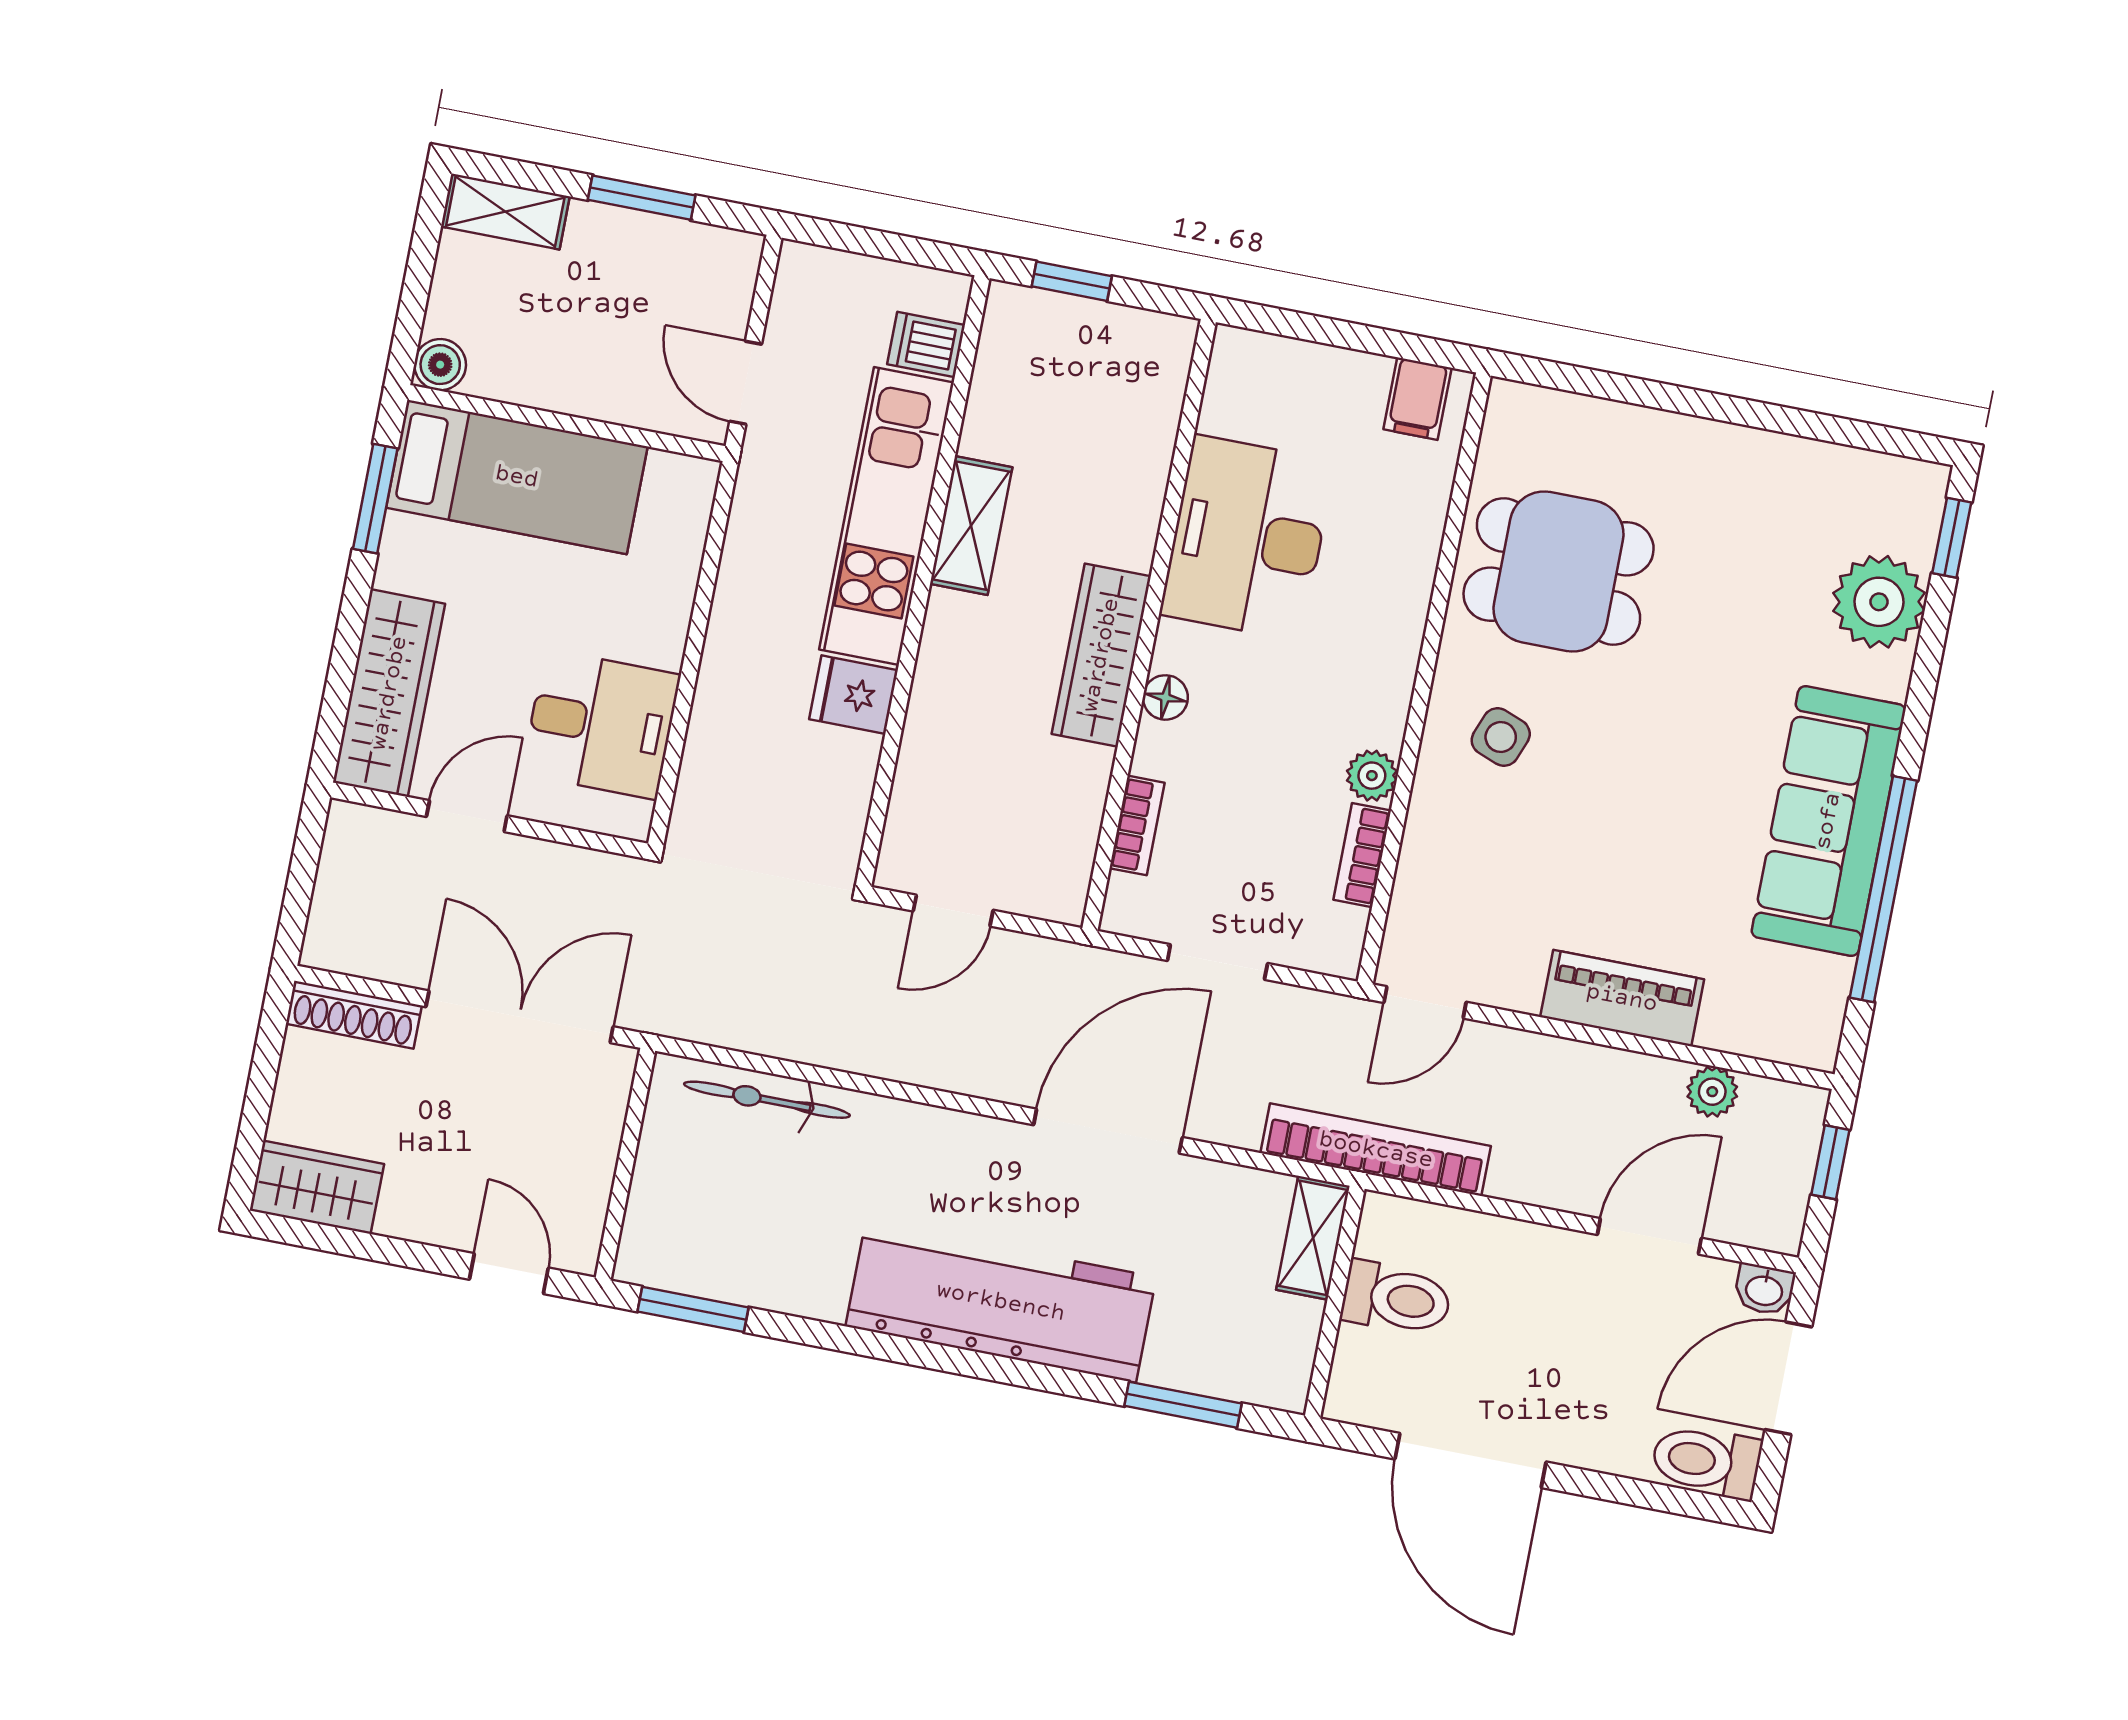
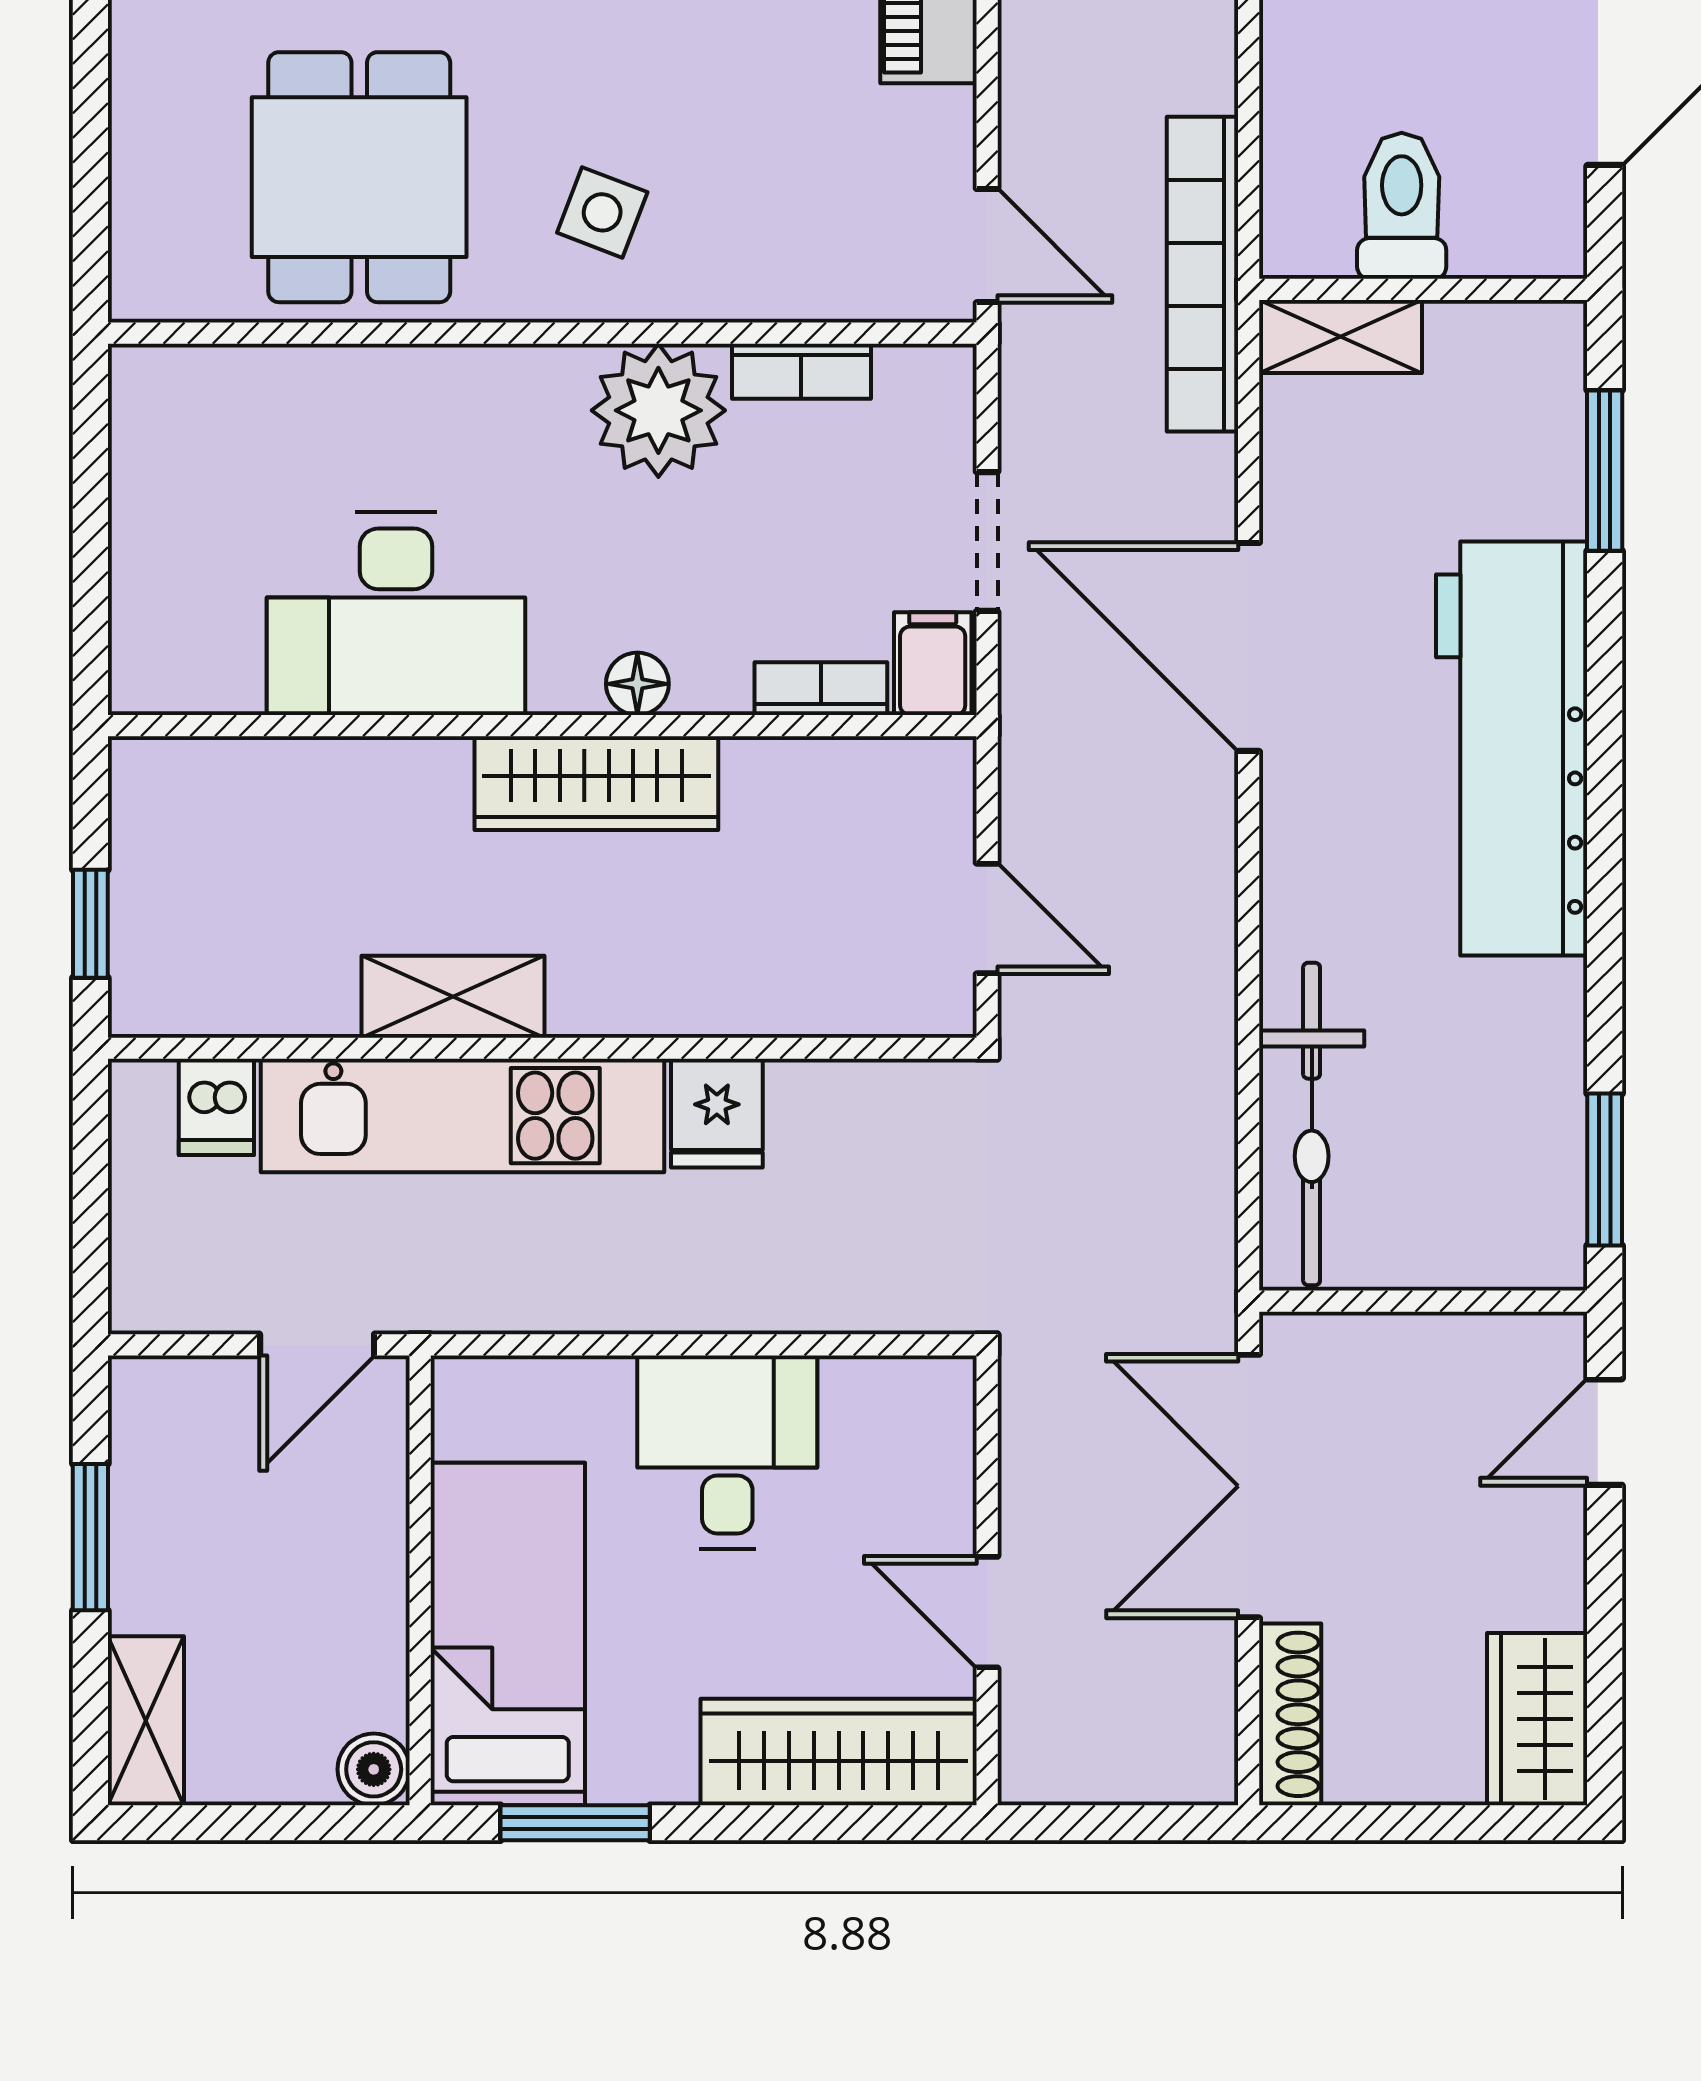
filing cabinet: (1417, 399) -> (933, 664), moved, turned -90
desk: (601, 724) -> (727, 1452), moved
plant: (1372, 776) -> (658, 410), width x1.87, depth x1.87
bicycle: (767, 1100) -> (1312, 1124), width x1.37, depth x1.40

